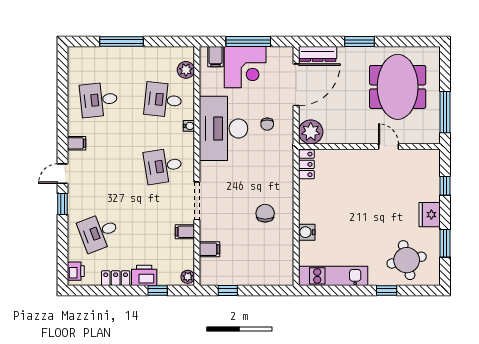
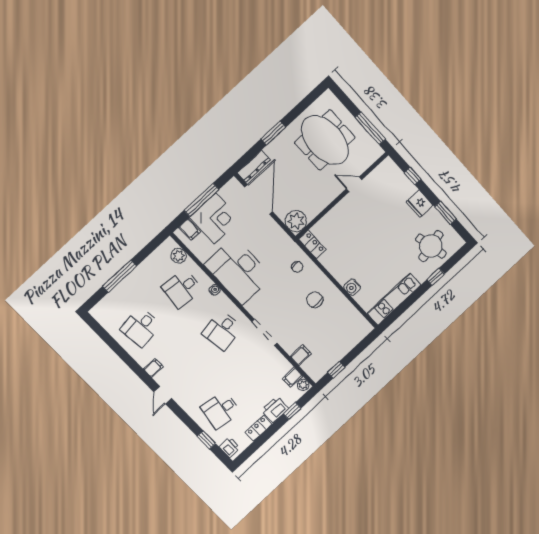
chair: (267, 124) -> (297, 267), moved
window: (63, 204) -> (206, 440), moved
desk: (99, 232) -> (221, 410), turned 30
filing cabinet: (185, 232) -> (293, 377), moved

